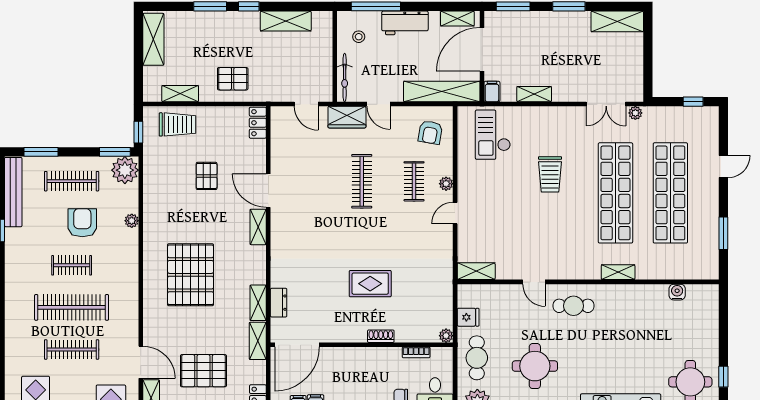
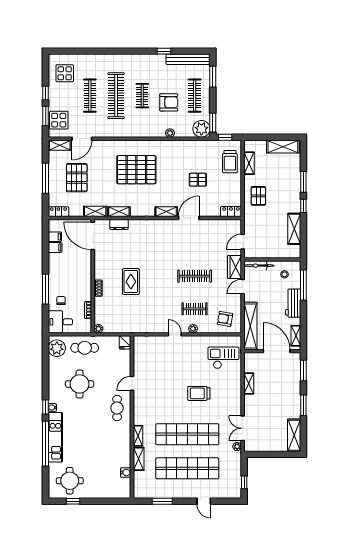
filing cabinet: (492, 92) -> (250, 357), removed
shelving: (476, 271) -> (139, 459), moved
fridge: (468, 317) -> (125, 342), moved

